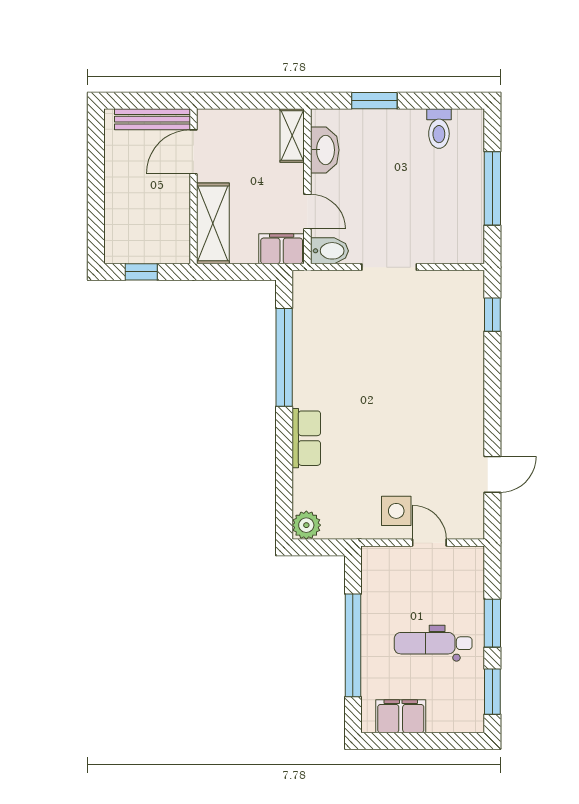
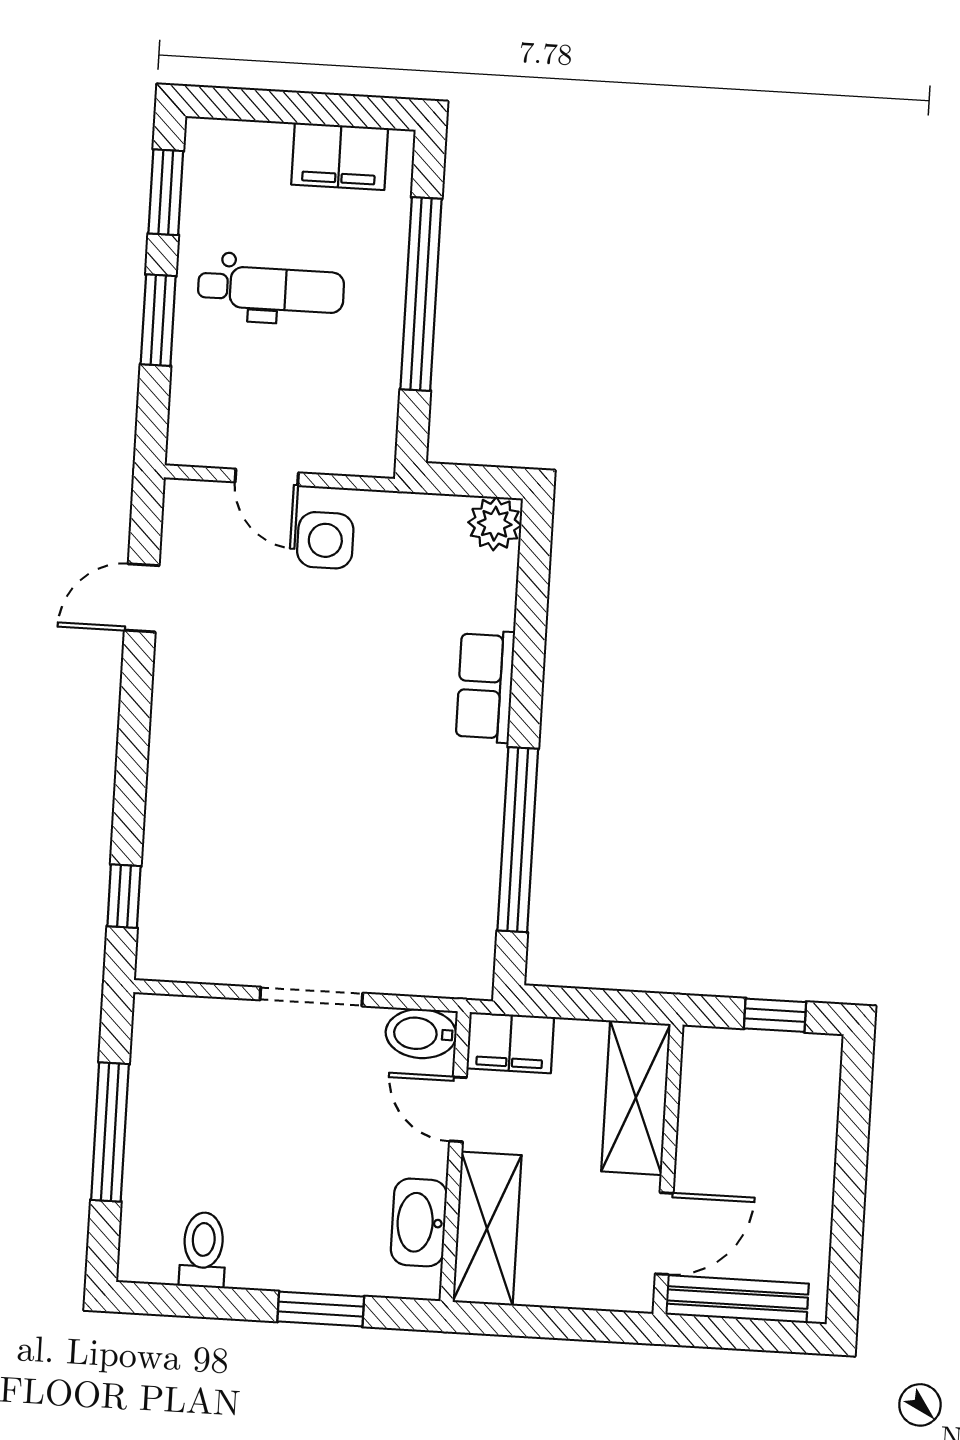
shelving: (292, 135) -> (487, 1229), width x1.50, depth x1.33

